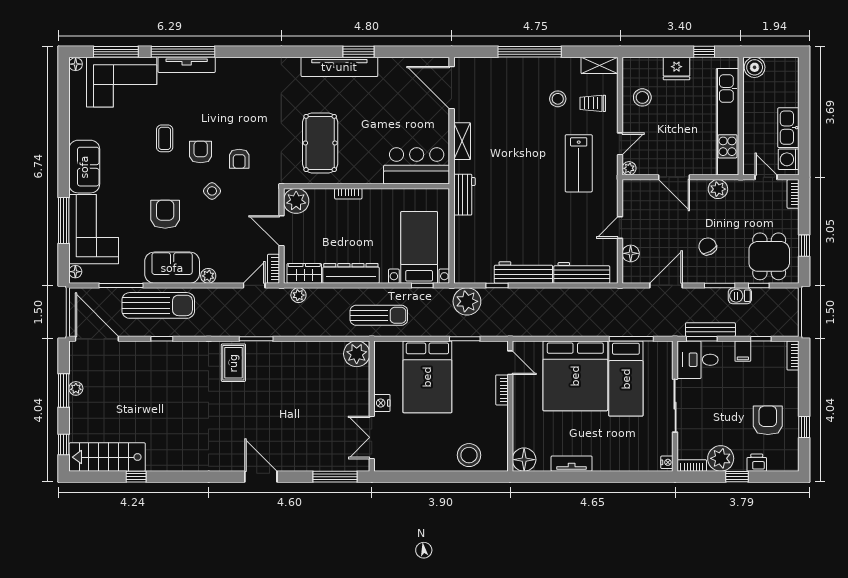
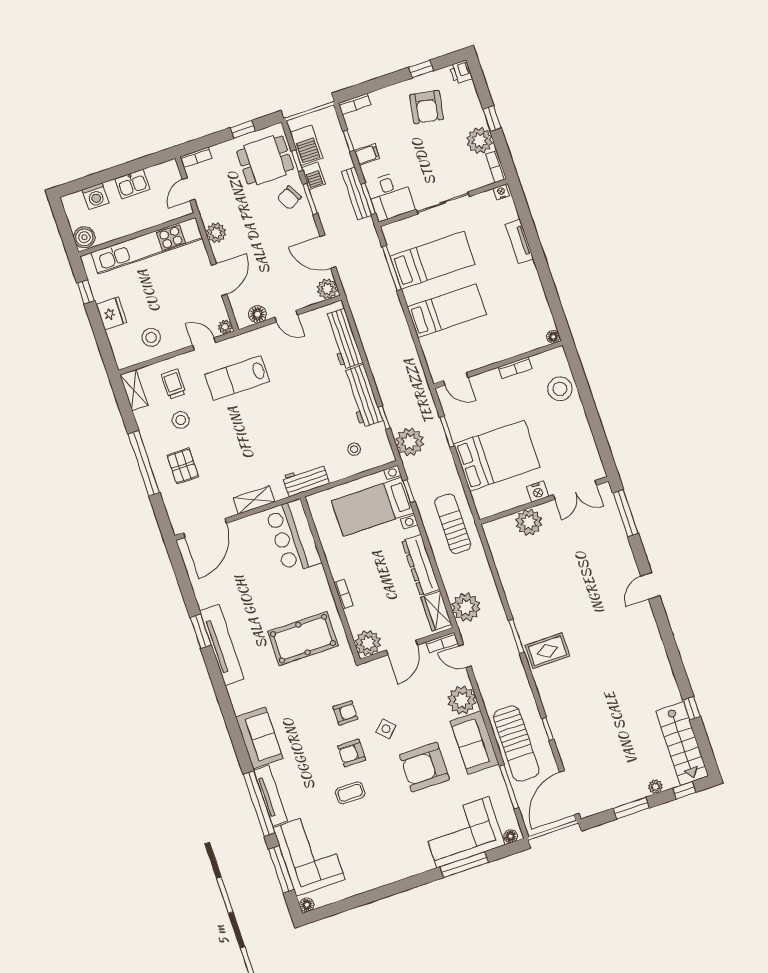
pallet: (515, 87) -> (183, 466), added
trolley: (593, 103) -> (174, 384), turned 180
kitchen sink: (788, 128) -> (132, 184), width x0.73
washing machine: (789, 159) -> (95, 196), moved
lab bench: (579, 163) -> (237, 378), turned 180
sofa: (84, 167) -> (259, 738), moved, turned 90
armchair: (165, 214) -> (424, 767), width x1.36, depth x1.36
chair: (708, 246) -> (289, 198), moved
stool: (477, 248) -> (354, 449), added
floor lamp: (631, 253) -> (257, 314), moved
plant: (632, 273) -> (327, 289), added
plant: (208, 276) -> (462, 700), width x1.88, depth x1.88
plant: (298, 295) -> (466, 607), width x1.88, depth x1.88
barbecue: (770, 299) -> (306, 145), added
sun lounger: (158, 305) -> (516, 744), turned 180
plant: (357, 354) -> (529, 522), moved
door: (510, 363) -> (456, 379), swing flipped
bed: (575, 376) -> (447, 311), width x0.49
plant: (76, 388) -> (655, 787), moved
bookcase: (502, 390) -> (515, 368), moved
armchair: (768, 420) -> (427, 107), turned -80
floor lamp: (524, 460) -> (553, 337), width x0.53, depth x0.53
printer: (757, 463) -> (461, 72), moved
tv unit: (572, 464) -> (519, 242), moved
door: (261, 477) -> (650, 586), width x0.73

